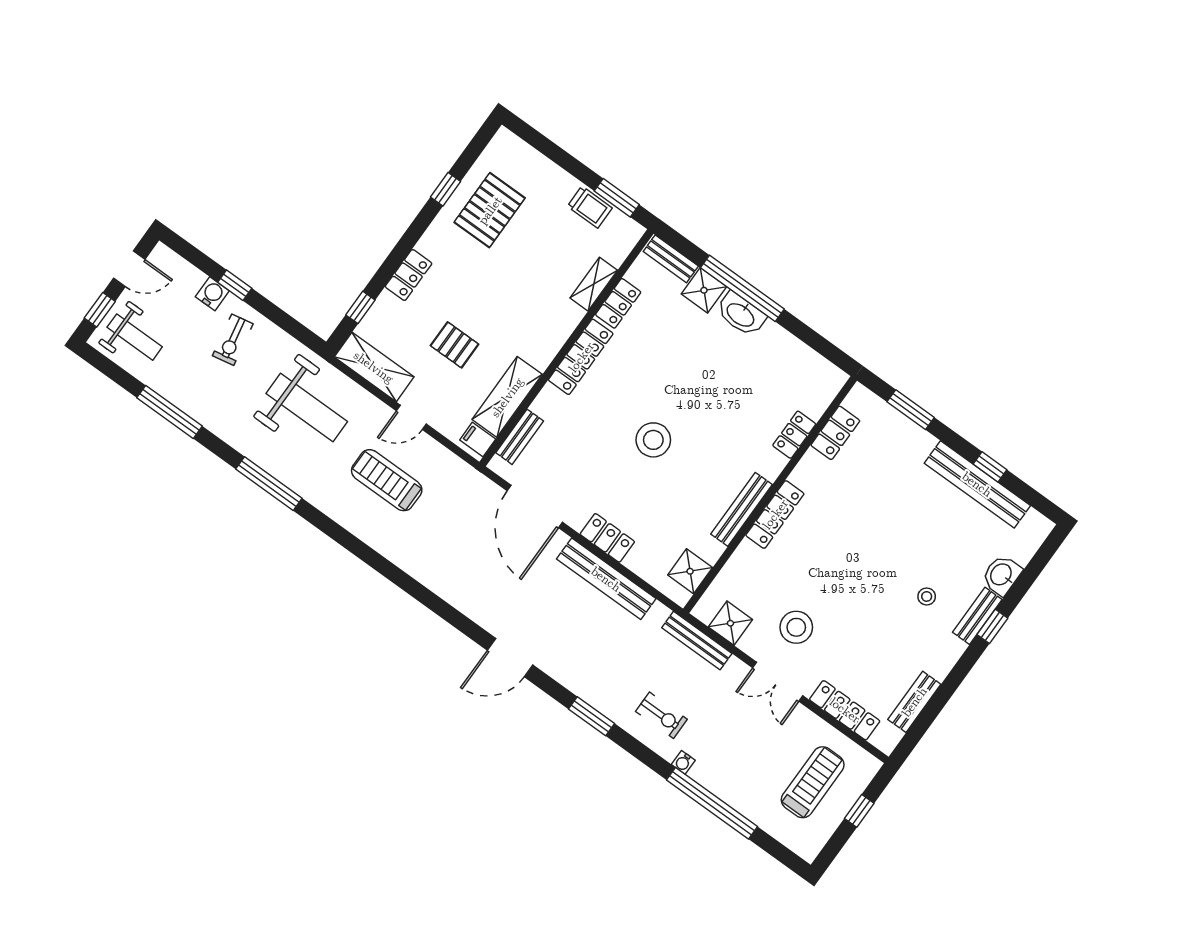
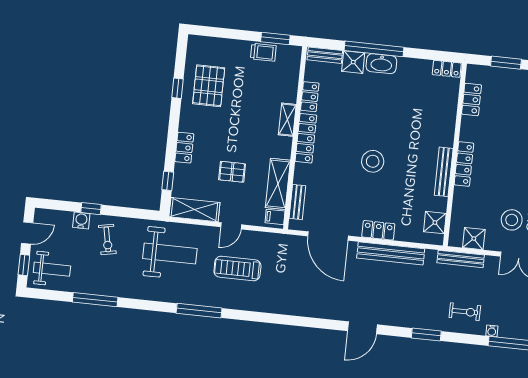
shelving: (594, 284) -> (287, 120), moved
locker: (794, 435) -> (447, 69), moved, turned -90
window: (269, 484) -> (199, 311), moved

